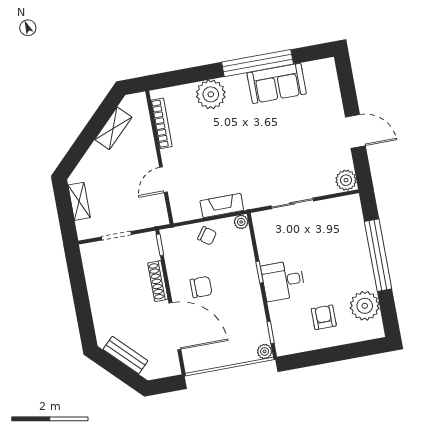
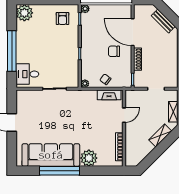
sofa: (277, 83) -> (51, 155), width x1.85, depth x1.27
shelving: (113, 128) -> (160, 136), moved
plant: (346, 180) -> (22, 96), removed
fireplace: (222, 205) -> (109, 95), moved
desk: (283, 281) -> (27, 74), moved, turned 180
plant: (365, 306) -> (24, 13), moved
armchair: (324, 317) -> (62, 18), moved

